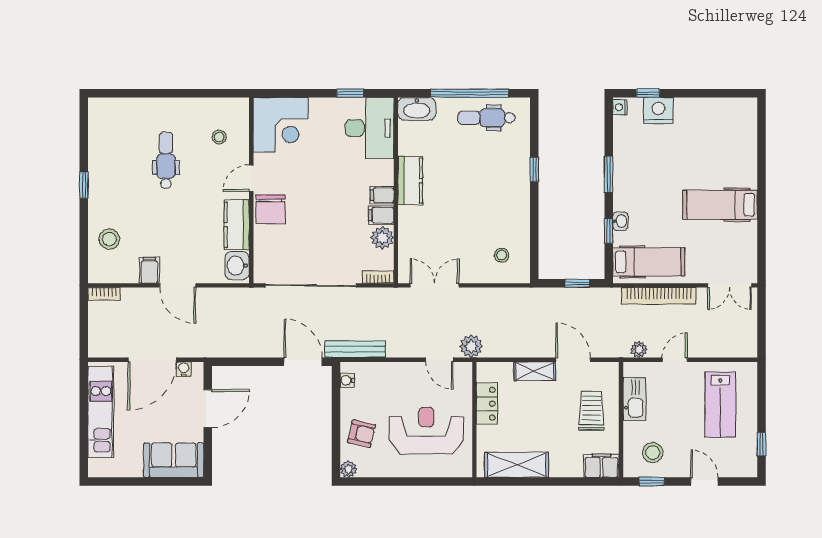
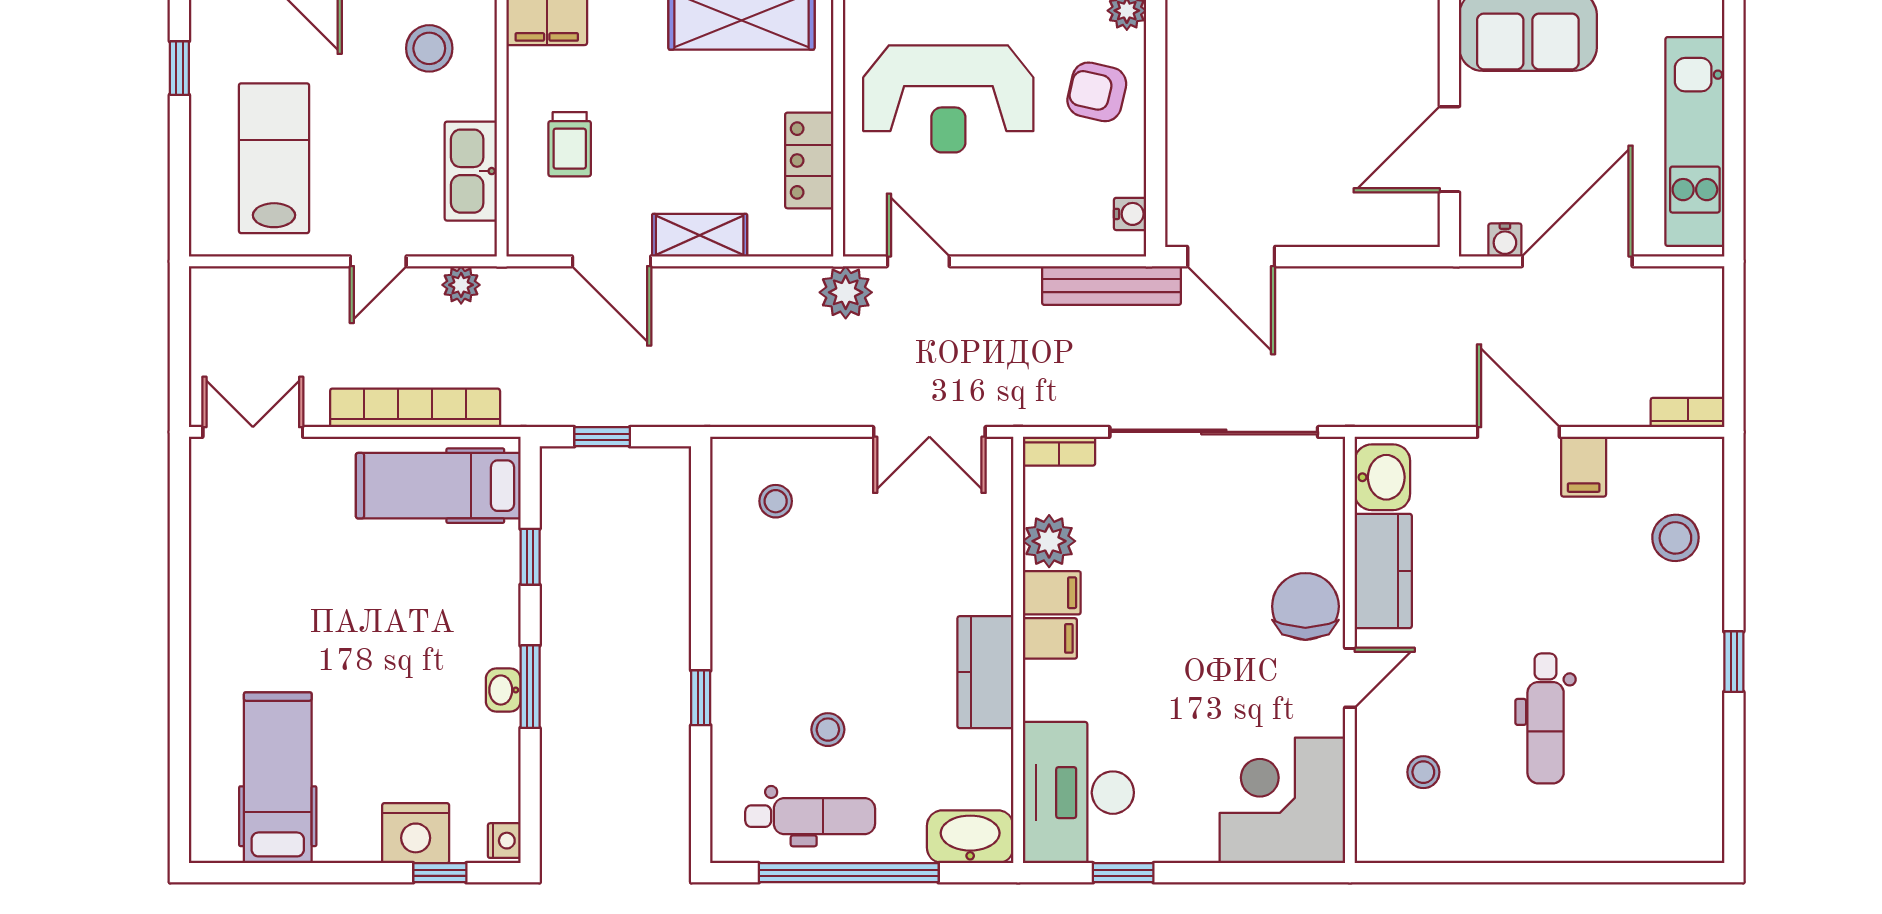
stool: (479, 156) -> (828, 730), added
hospital bed: (720, 205) -> (278, 778), moved, turned -90
washbasin: (620, 221) -> (503, 690), moved
trolley: (591, 411) -> (570, 144), width x0.73, depth x0.72

